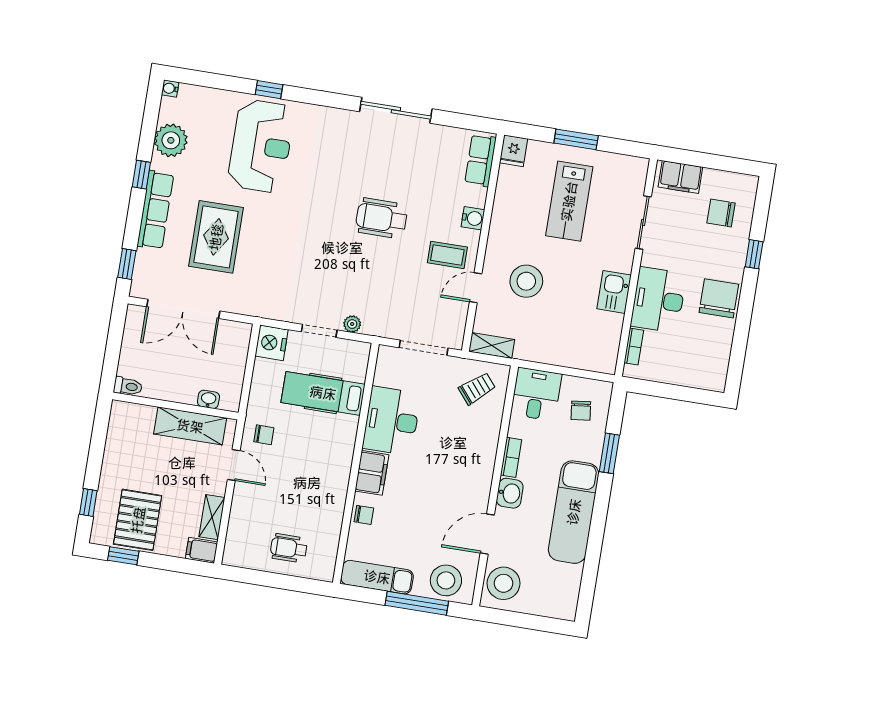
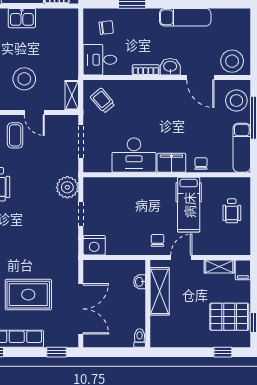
plant: (352, 324) -> (67, 187), width x1.88, depth x1.88
hospital bed: (323, 393) -> (189, 205), moved
exam couch: (574, 512) -> (185, 17), width x0.73, depth x0.69

